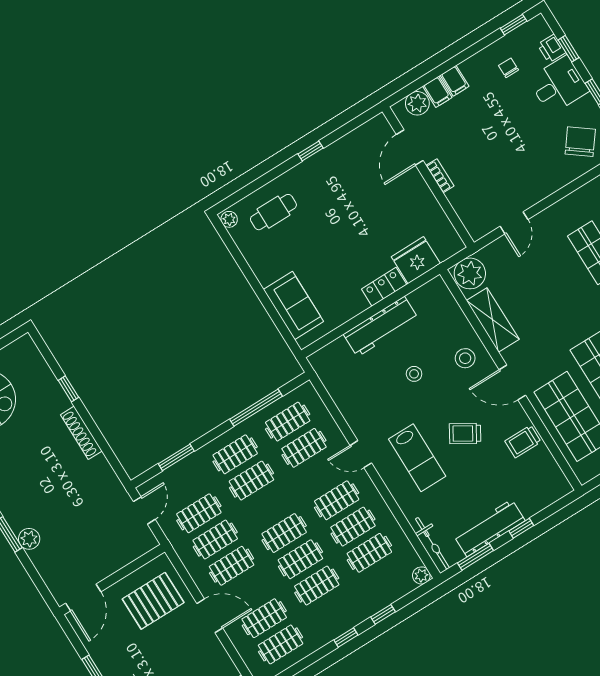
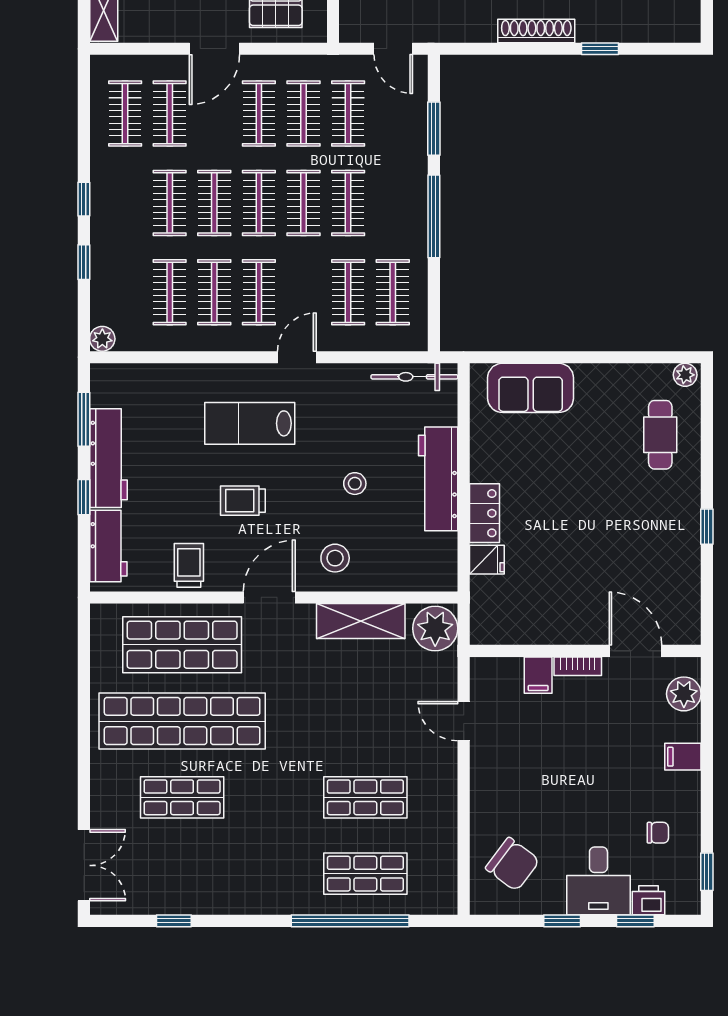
filing cabinet: (437, 92) -> (538, 675), moved, turned -90
fridge: (416, 260) -> (487, 560), width x0.53, depth x0.75
window: (256, 408) -> (434, 216), moved
trolley: (465, 433) -> (243, 501), turned -121
clothes rail: (235, 454) -> (303, 203), moved
workbench: (541, 496) -> (108, 546), added
bicycle: (432, 543) -> (414, 377), moved

